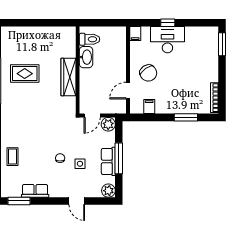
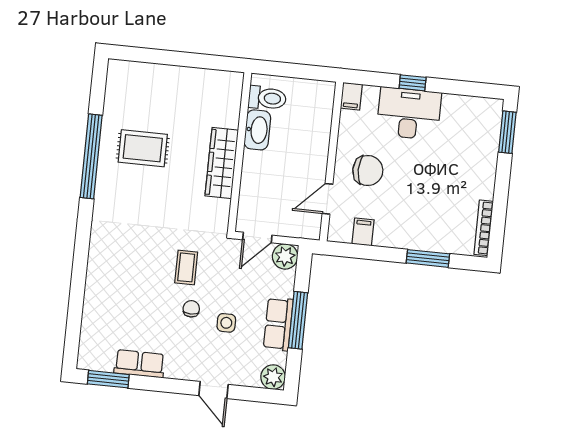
chair: (148, 73) -> (368, 171), turned -55
coffee table: (12, 157) -> (186, 267), moved

